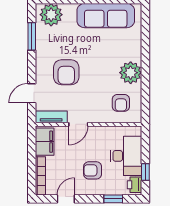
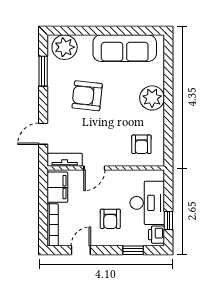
armchair: (66, 72) -> (87, 96), moved, turned 96
plant: (131, 73) -> (152, 98), moved
armchair: (93, 170) -> (110, 219), turned -90

